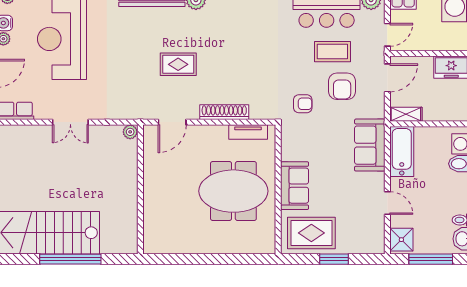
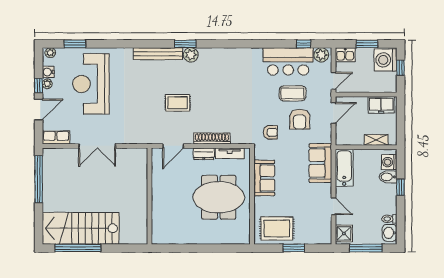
shelving: (406, 114) -> (376, 140), moved
double door: (70, 122) -> (97, 146), width x1.37
plant: (130, 132) -> (142, 153), removed
dresser: (213, 133) -> (204, 154), added
sofa: (295, 186) -> (264, 178), moved
window: (70, 259) -> (78, 248), moved

